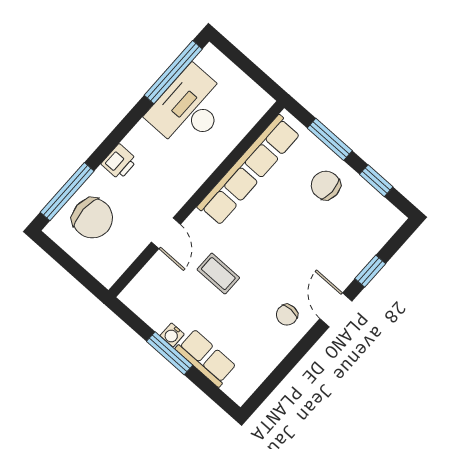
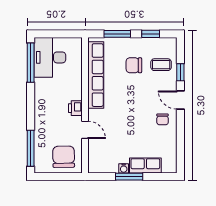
desk: (189, 108) -> (50, 57), moved
printer: (119, 162) -> (75, 108), moved, turned 180
chair: (326, 185) -> (134, 65), moved
chair: (92, 218) -> (64, 157), moved, turned -91
coffee table: (218, 274) -> (161, 65), moved

